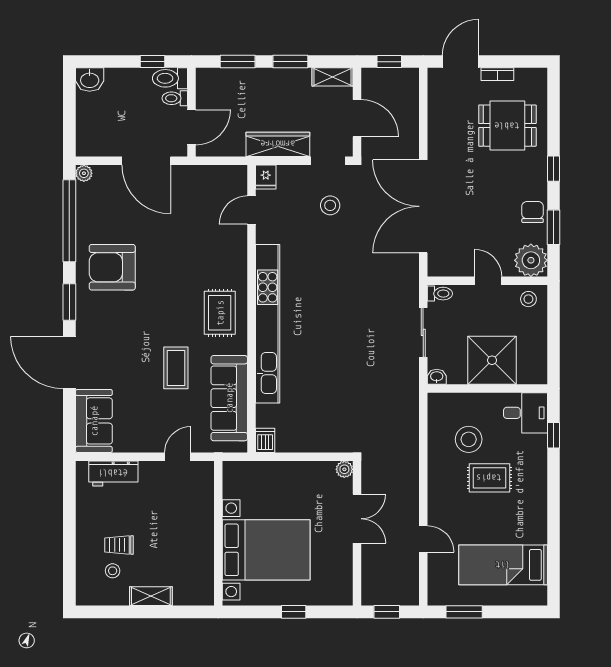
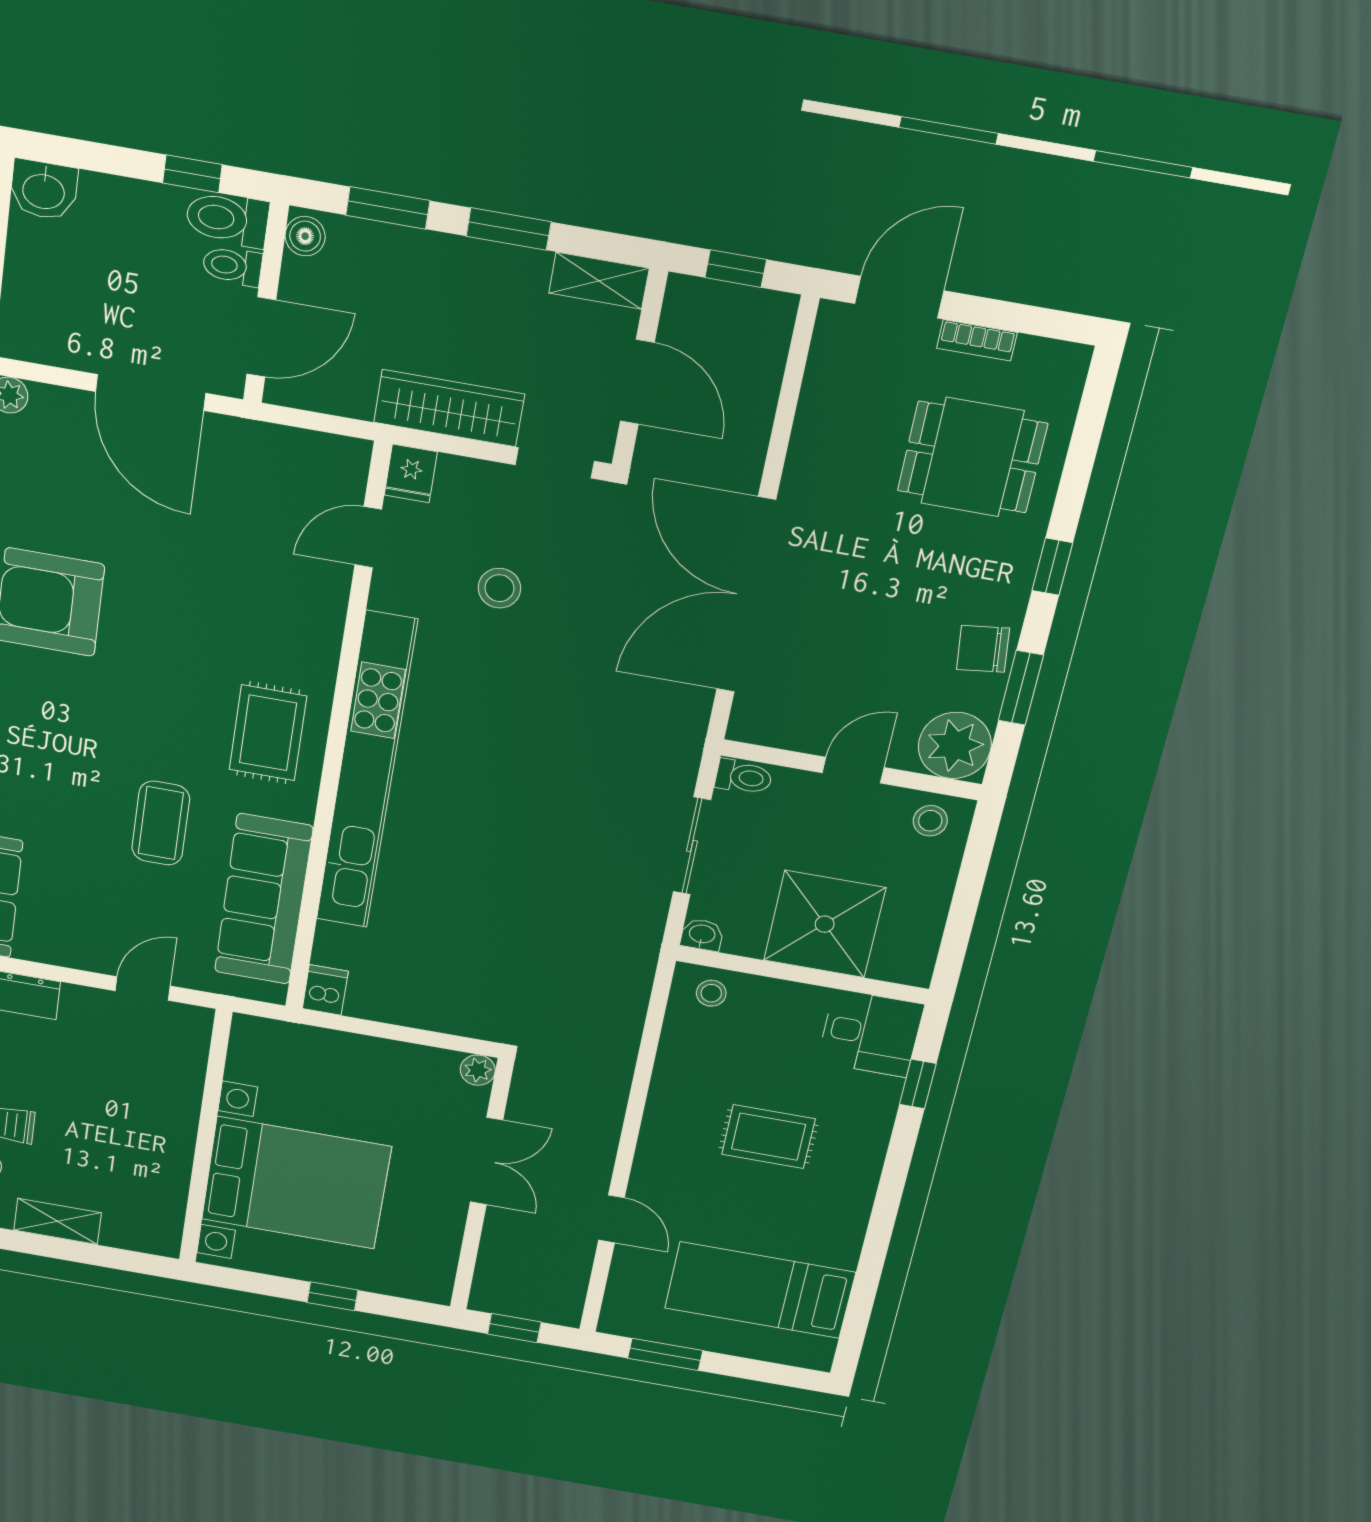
boiler: (204, 80) -> (305, 236), added
stool: (330, 205) -> (499, 588), moved
chair: (533, 212) -> (983, 649), turned -97
door: (488, 281) -> (853, 770), hinge flipped
stool: (469, 439) -> (711, 993), moved, width x0.53, depth x0.53

